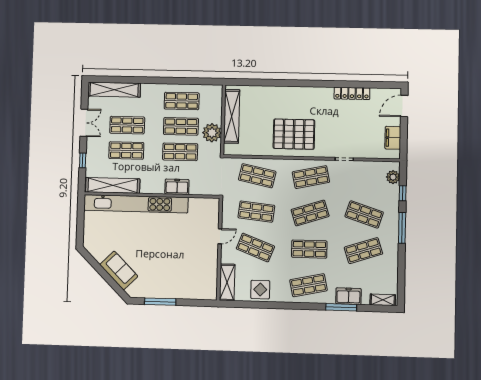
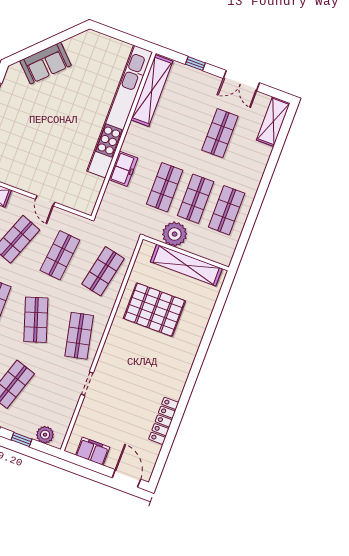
shelving: (114, 90) -> (273, 122), width x0.68
pallet: (294, 134) -> (154, 310), moved, turned 90
shop shelf: (126, 151) -> (189, 122), removed

